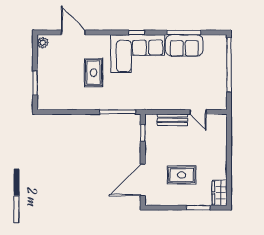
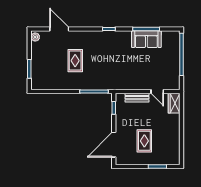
corner sofa: (138, 54) -> (110, 46), removed
rug: (182, 175) -> (144, 141), turned 90
wardrobe: (220, 193) -> (174, 103), moved

